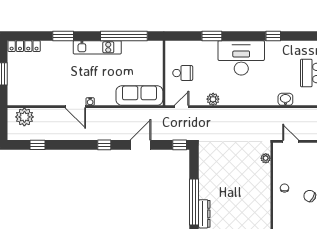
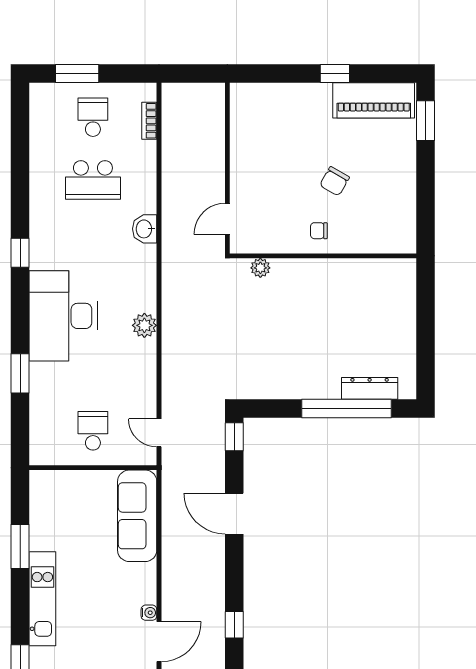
window: (124, 36) -> (20, 546), width x0.47
plant: (213, 99) -> (144, 325), moved
window: (104, 145) -> (234, 625), moved

